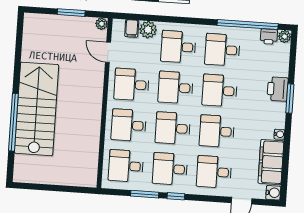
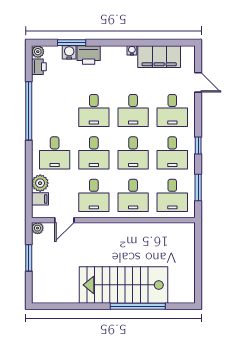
window: (248, 25) -> (29, 111), moved
desk: (222, 50) -> (55, 110), removed
window: (290, 98) -> (72, 43), moved
water cooler: (273, 193) -> (69, 52), moved
window: (145, 194) -> (198, 188), moved

